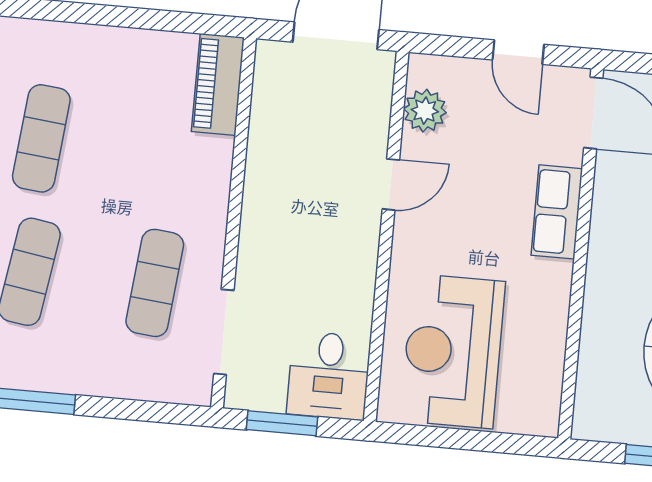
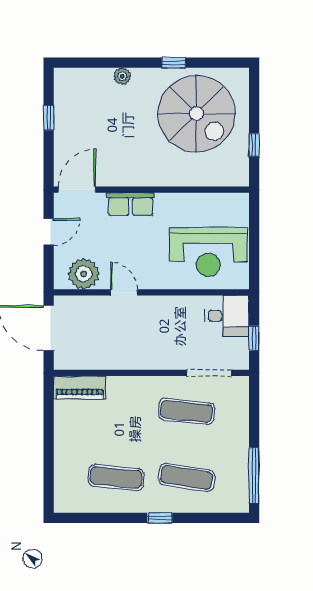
plant: (425, 111) -> (84, 274), width x1.36, depth x1.36
window: (282, 423) -> (254, 338), width x0.67

